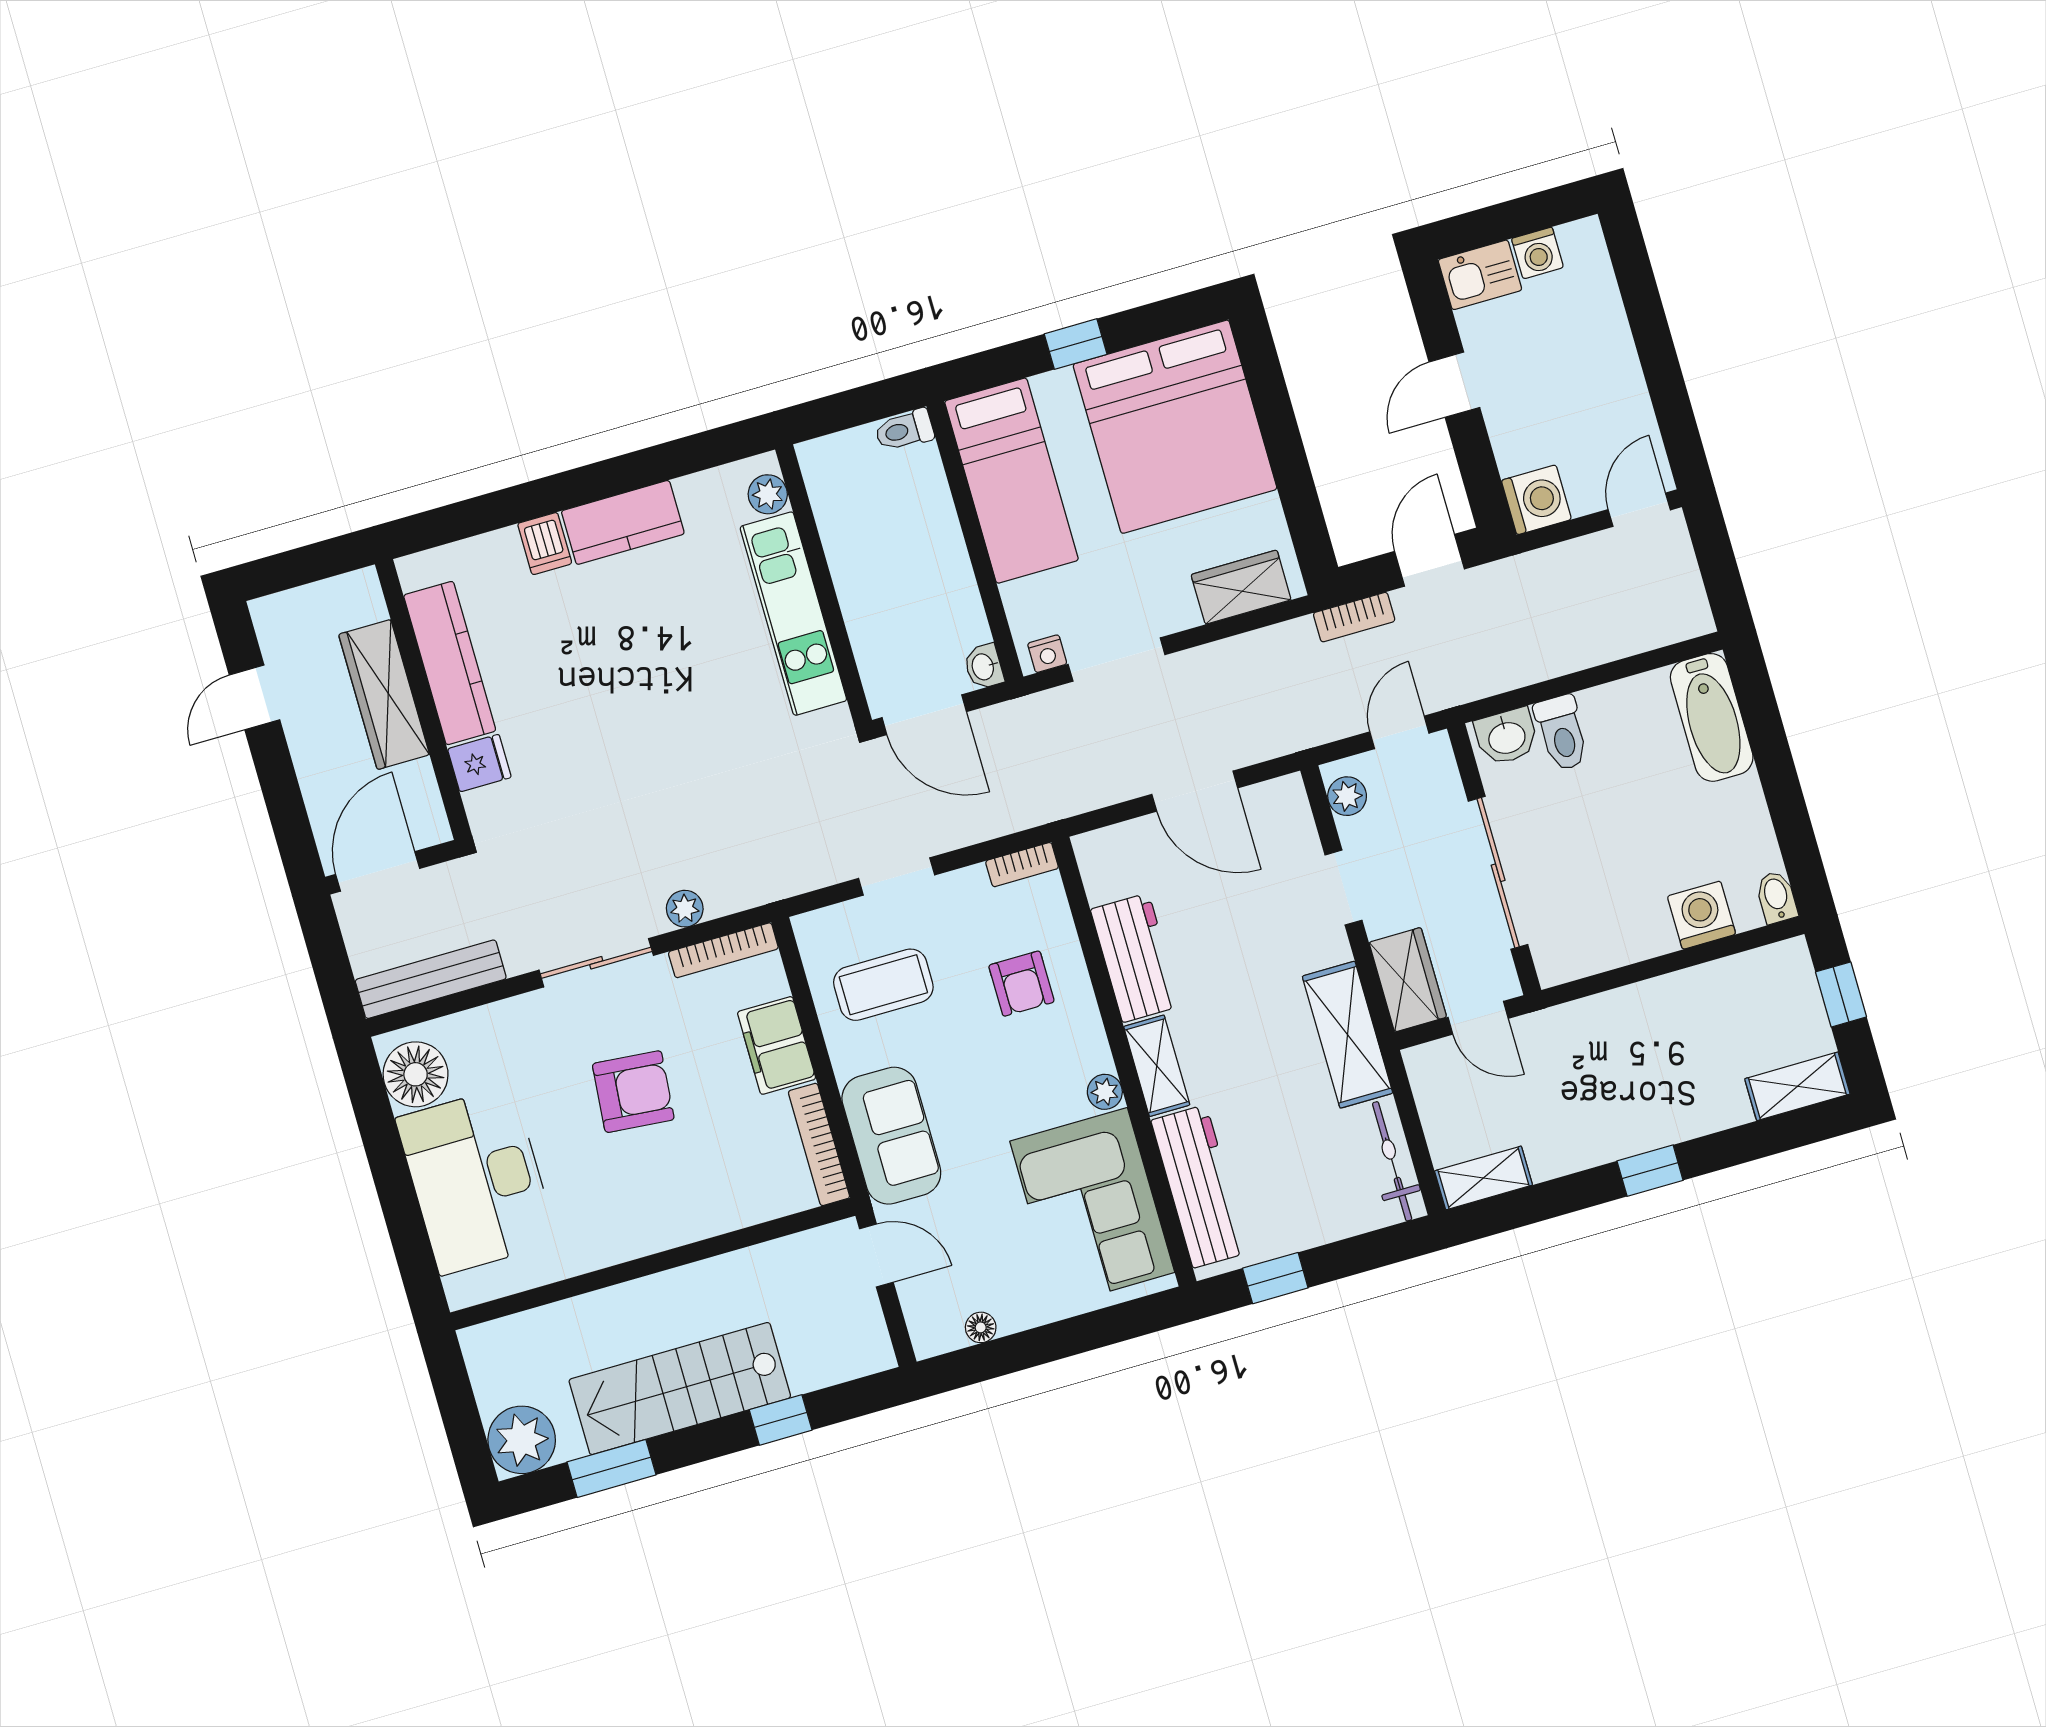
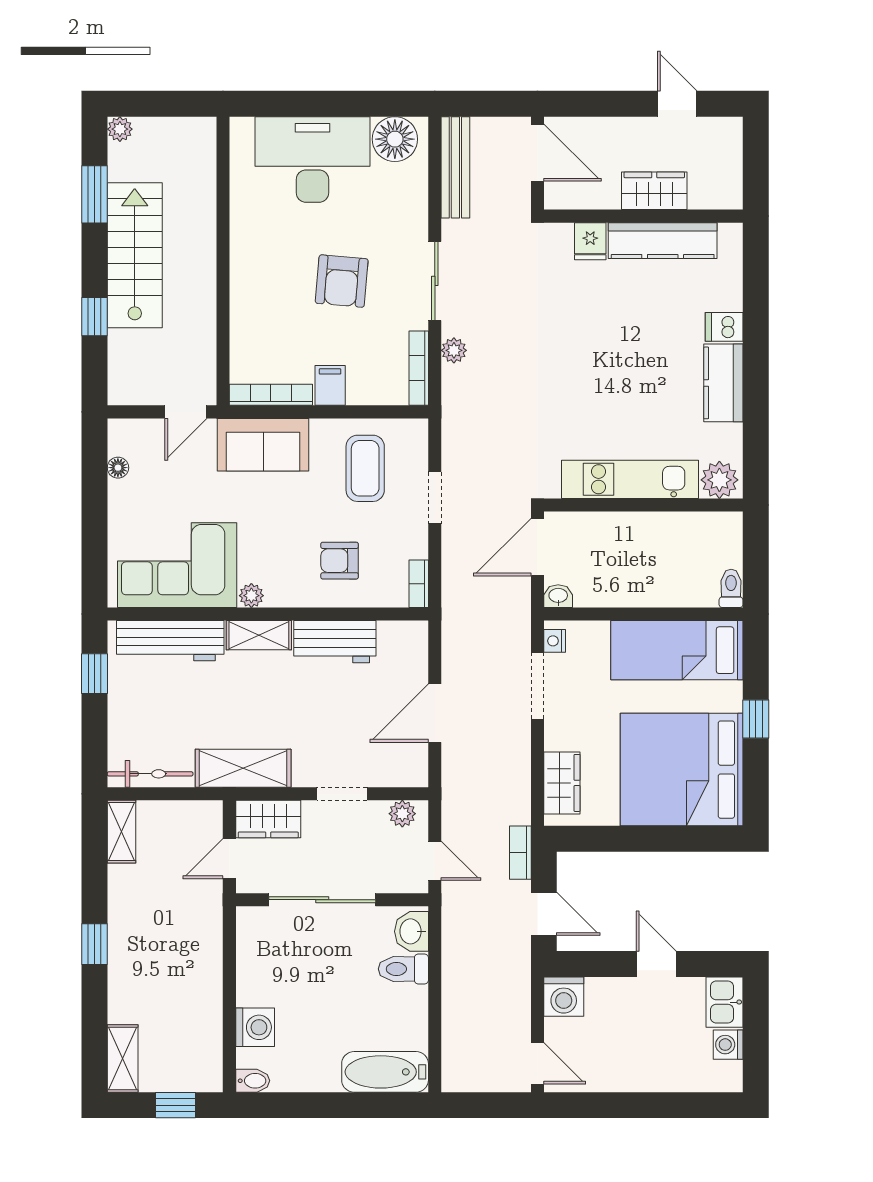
plant: (768, 494) -> (719, 480), width x1.38, depth x1.38
wardrobe: (384, 694) -> (654, 191), width x0.67
filing cabinet: (777, 1045) -> (330, 385), width x0.50
plant: (522, 1440) -> (120, 129), width x0.53, depth x0.53

